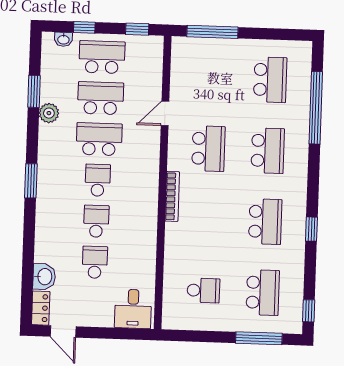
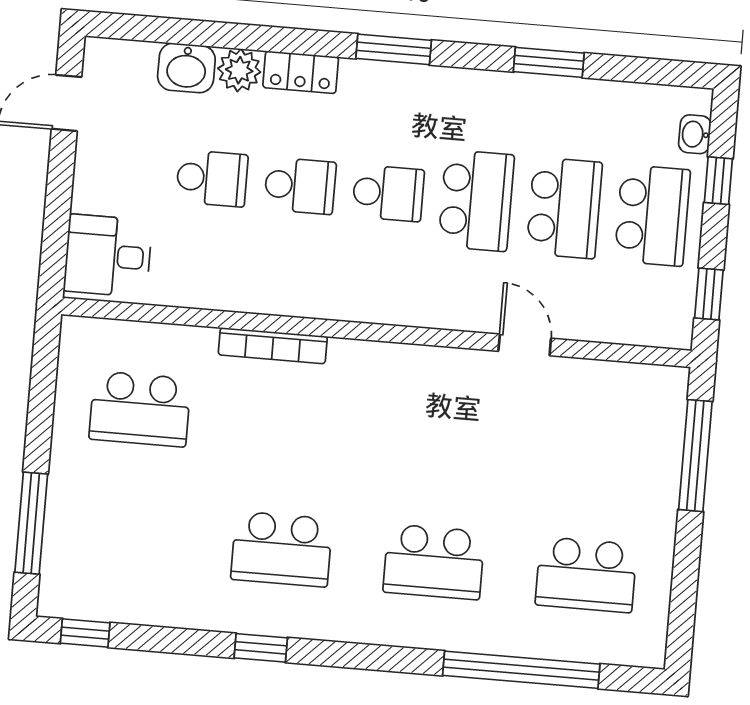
window: (34, 91) -> (549, 62), moved
plant: (49, 113) -> (239, 70), moved
school desk: (208, 149) -> (445, 435), removed
bookcase: (172, 196) -> (273, 346), moved
school desk: (203, 290) -> (140, 409), width x1.85
school desk: (263, 293) -> (129, 536), removed
locker: (41, 308) -> (301, 72), moved

